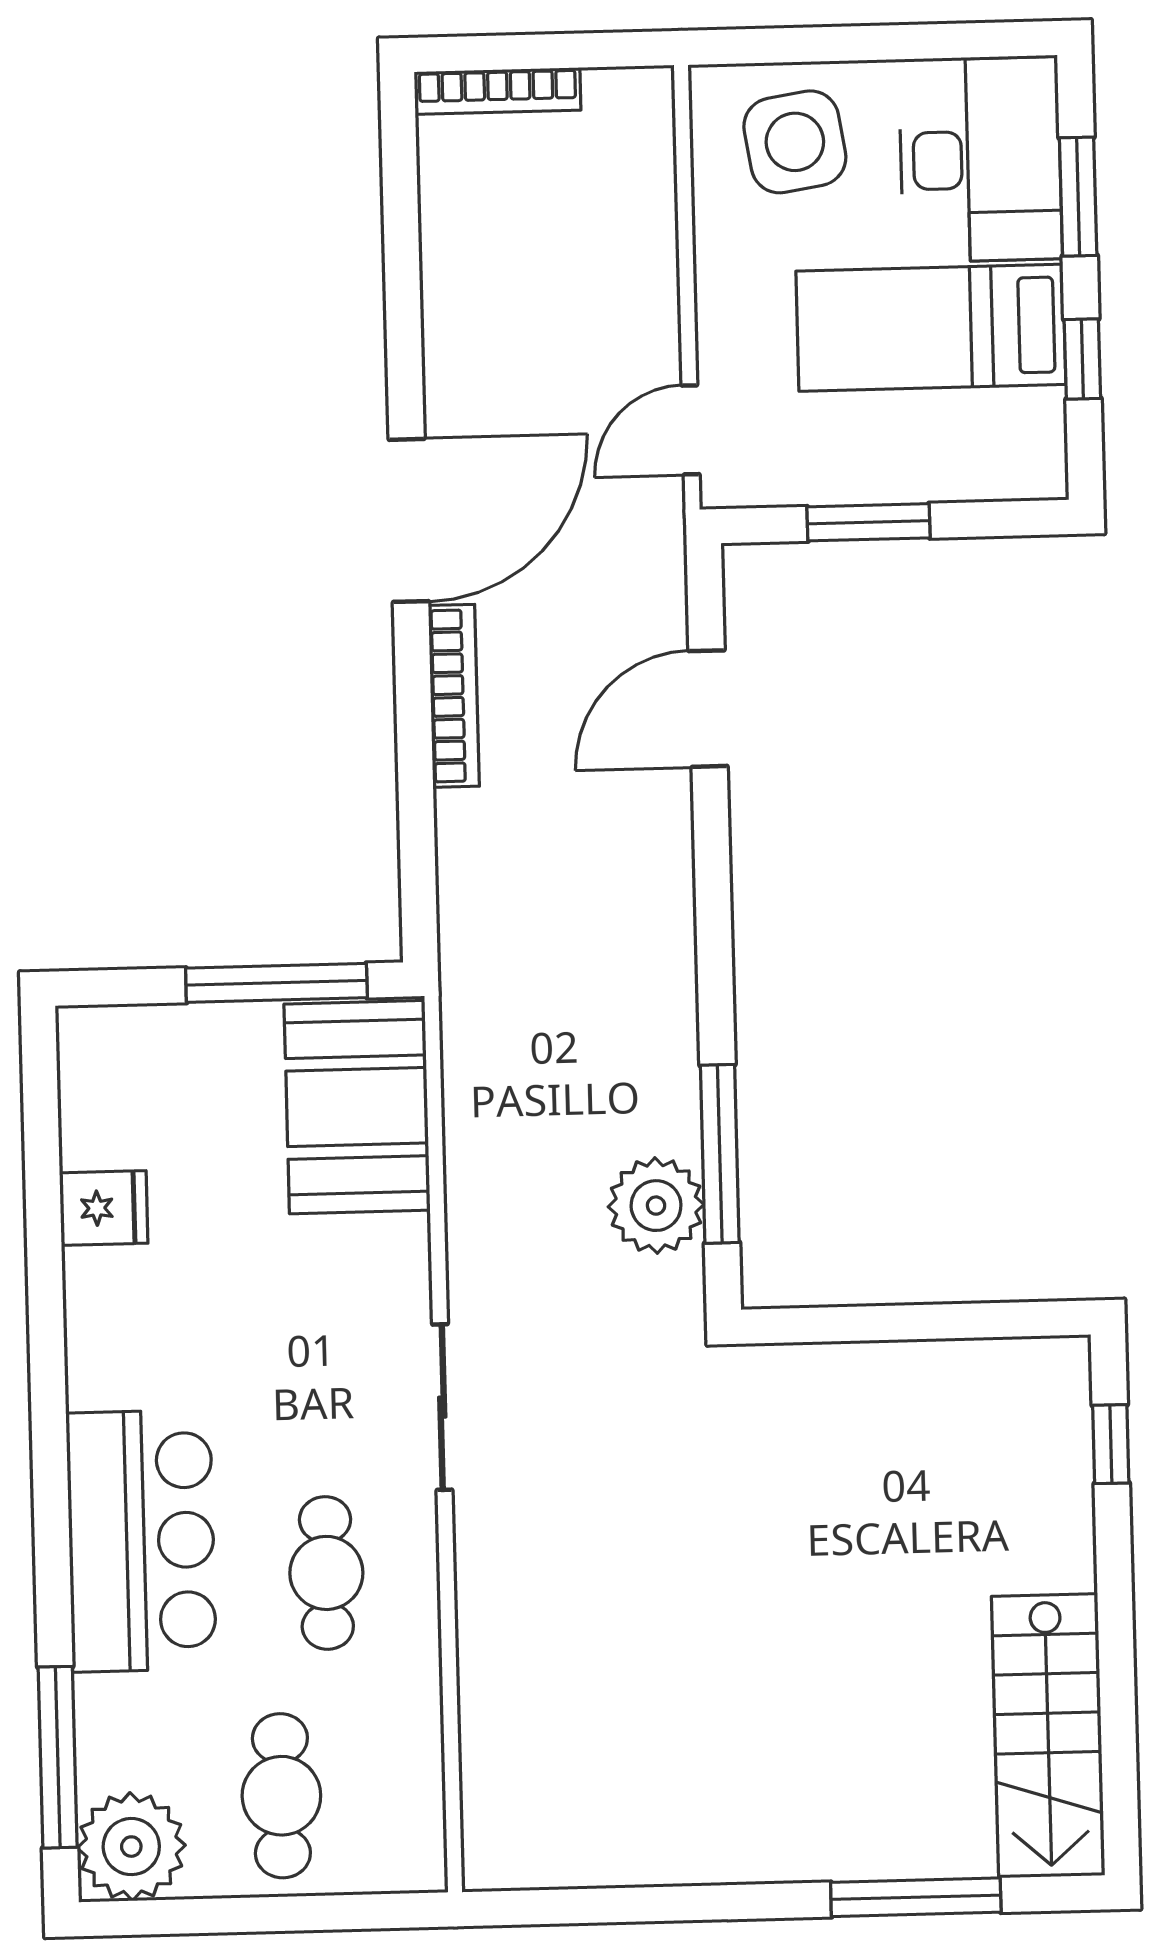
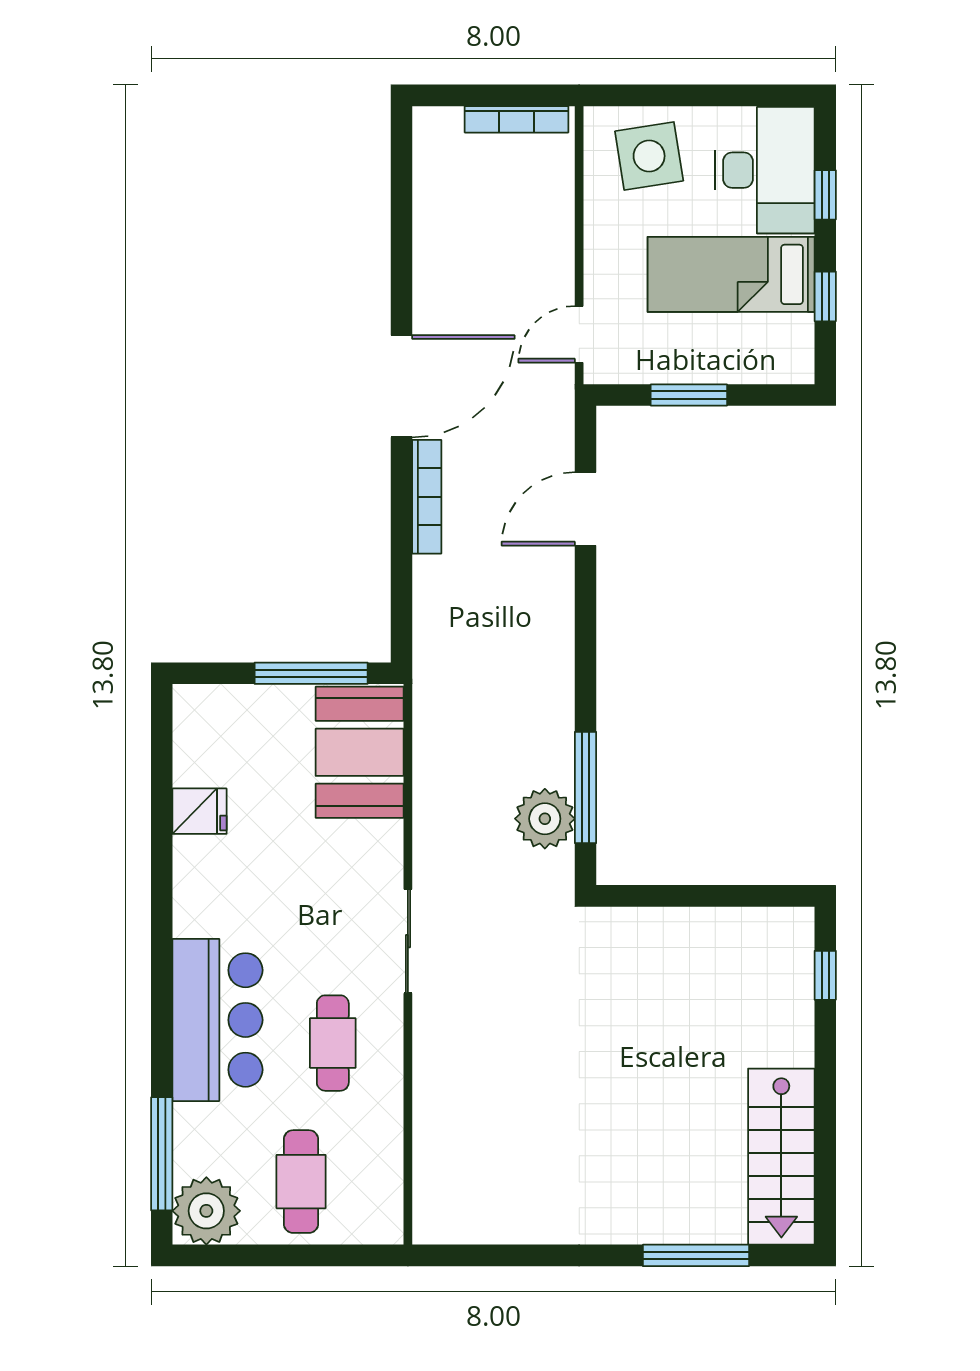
bookcase: (498, 91) -> (516, 119), moved
window: (1078, 197) -> (825, 195), width x0.67

